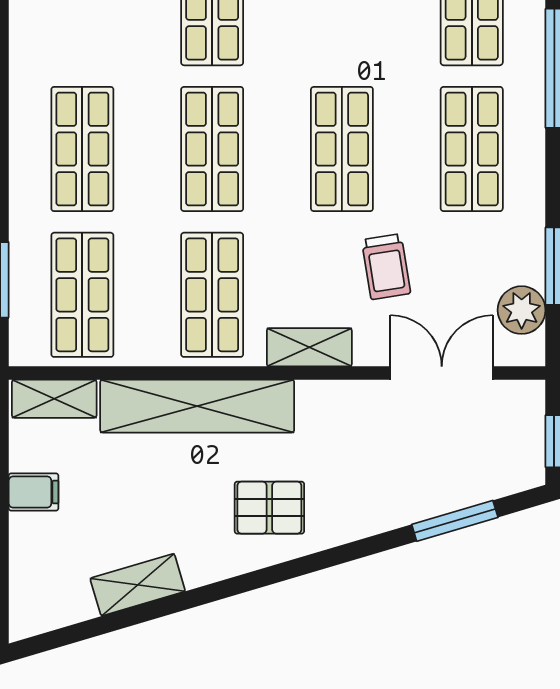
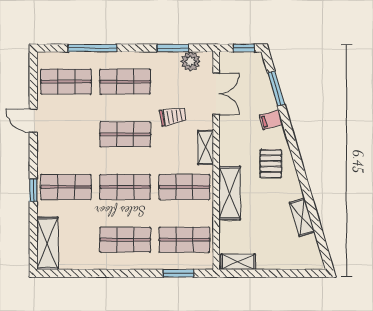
double door: (442, 373) -> (216, 94), swing flipped
shelving: (54, 399) -> (238, 262), moved, turned 90
shelving: (197, 406) -> (230, 193), width x0.68
filing cabinet: (34, 492) -> (271, 120), moved, turned -106

